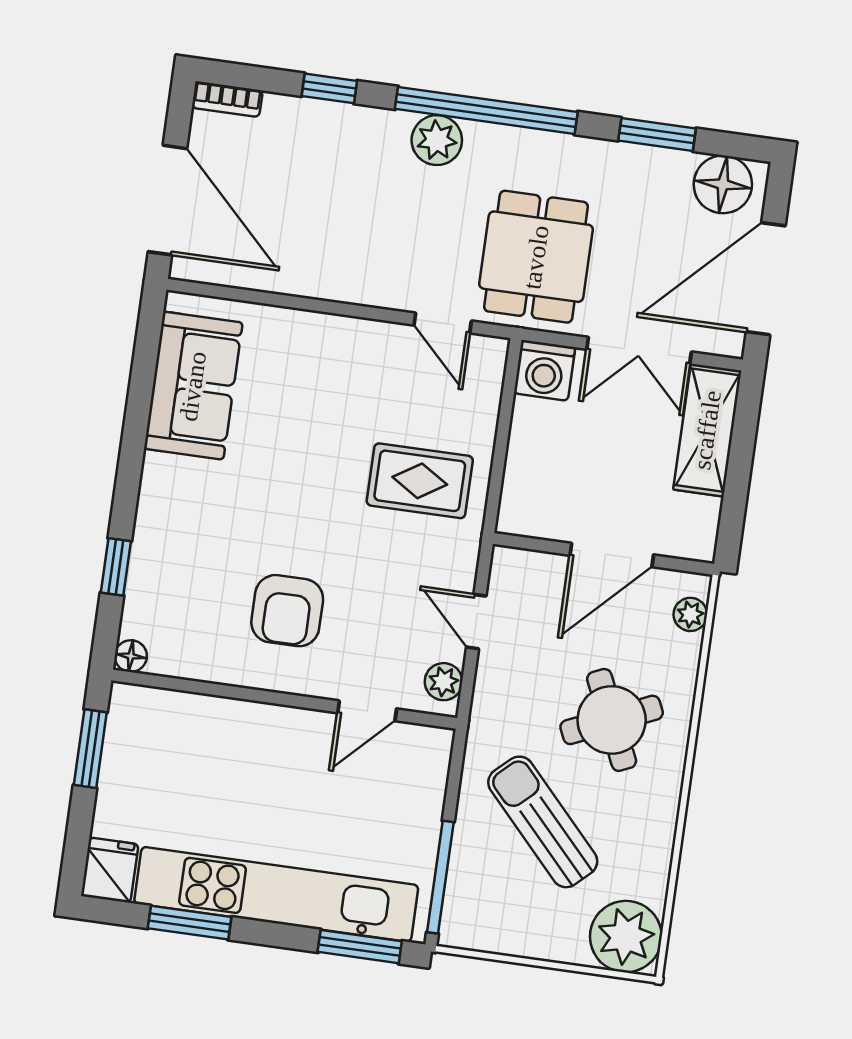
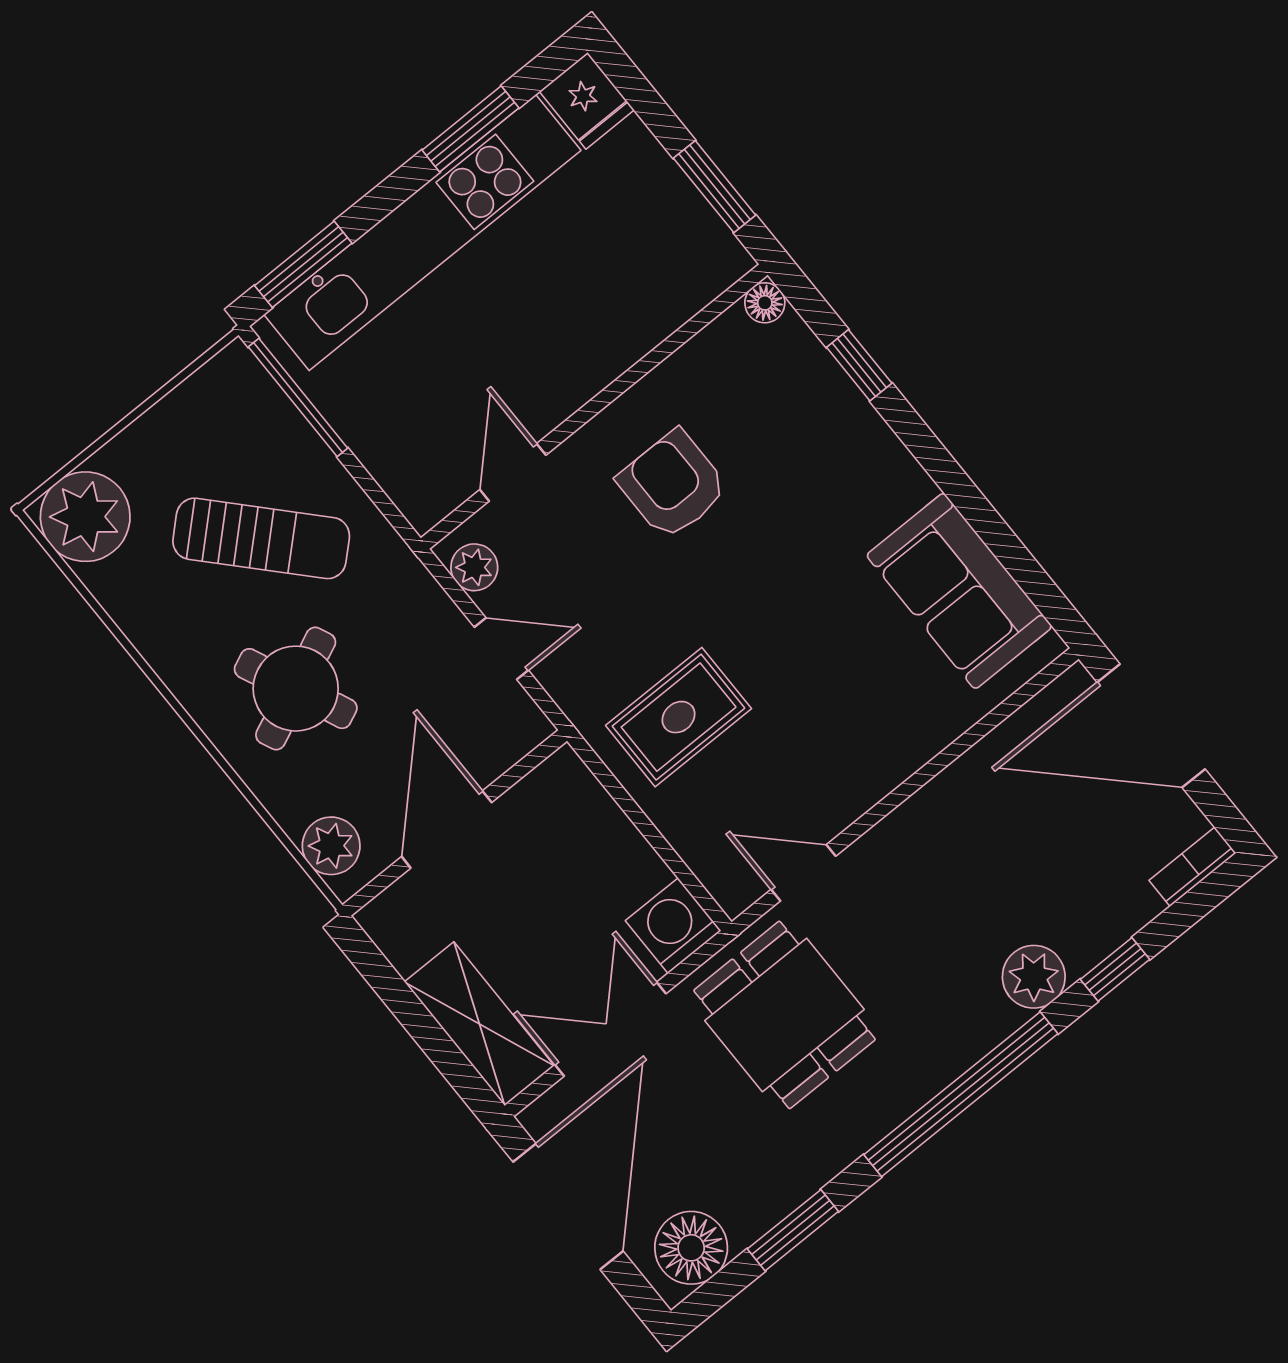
plant: (437, 140) -> (1034, 977), moved
plant: (690, 614) -> (331, 846), width x1.38, depth x1.38

